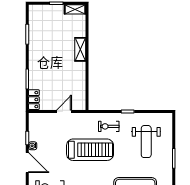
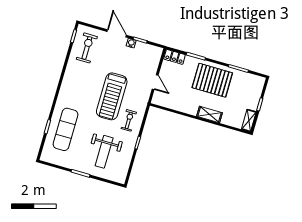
pallet: (46, 56) -> (212, 80), added
weight bench: (146, 142) -> (104, 152), turned -90
door: (27, 163) -> (117, 33), swing flipped

